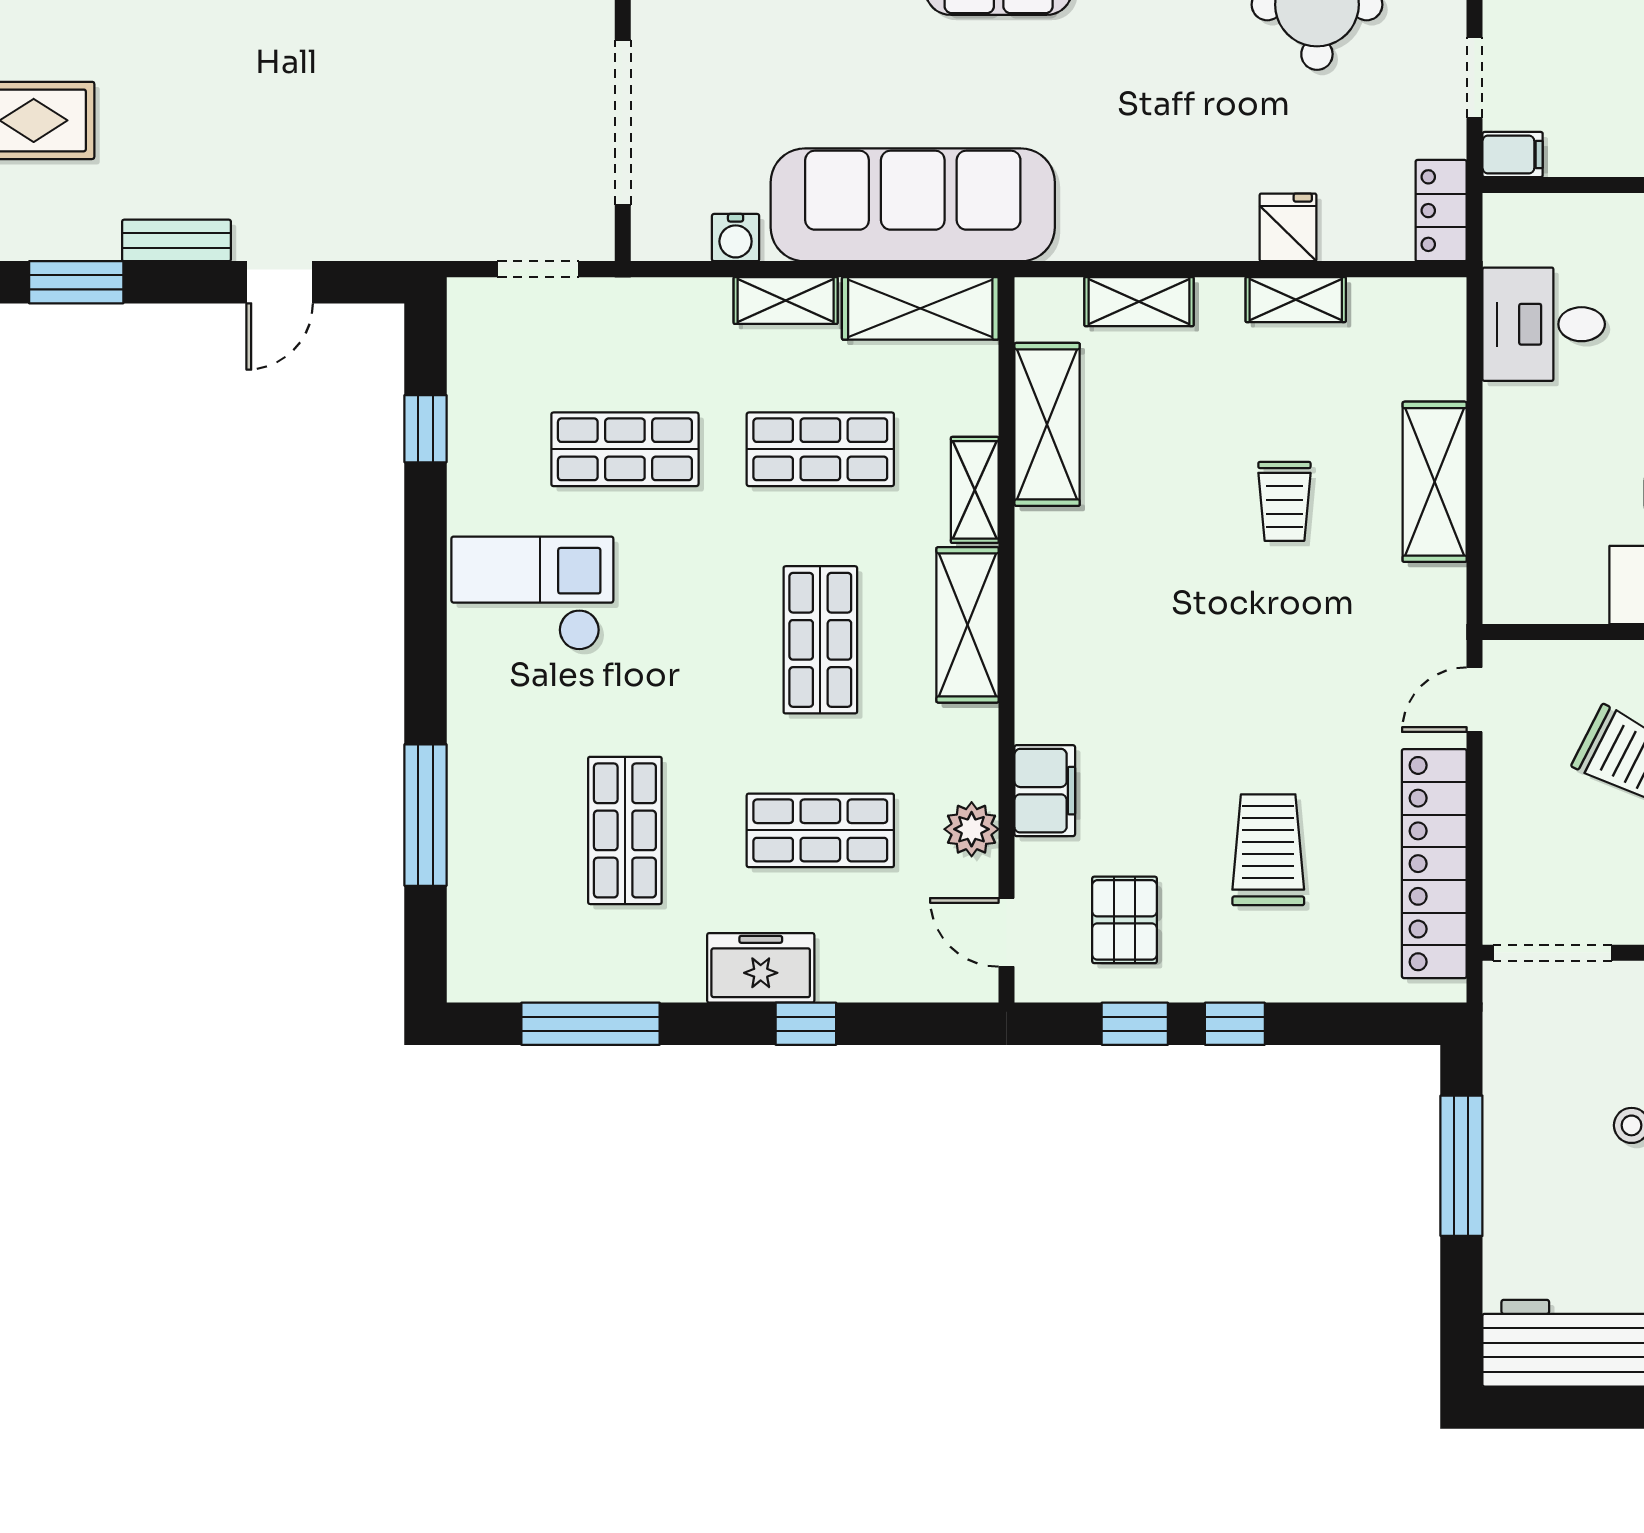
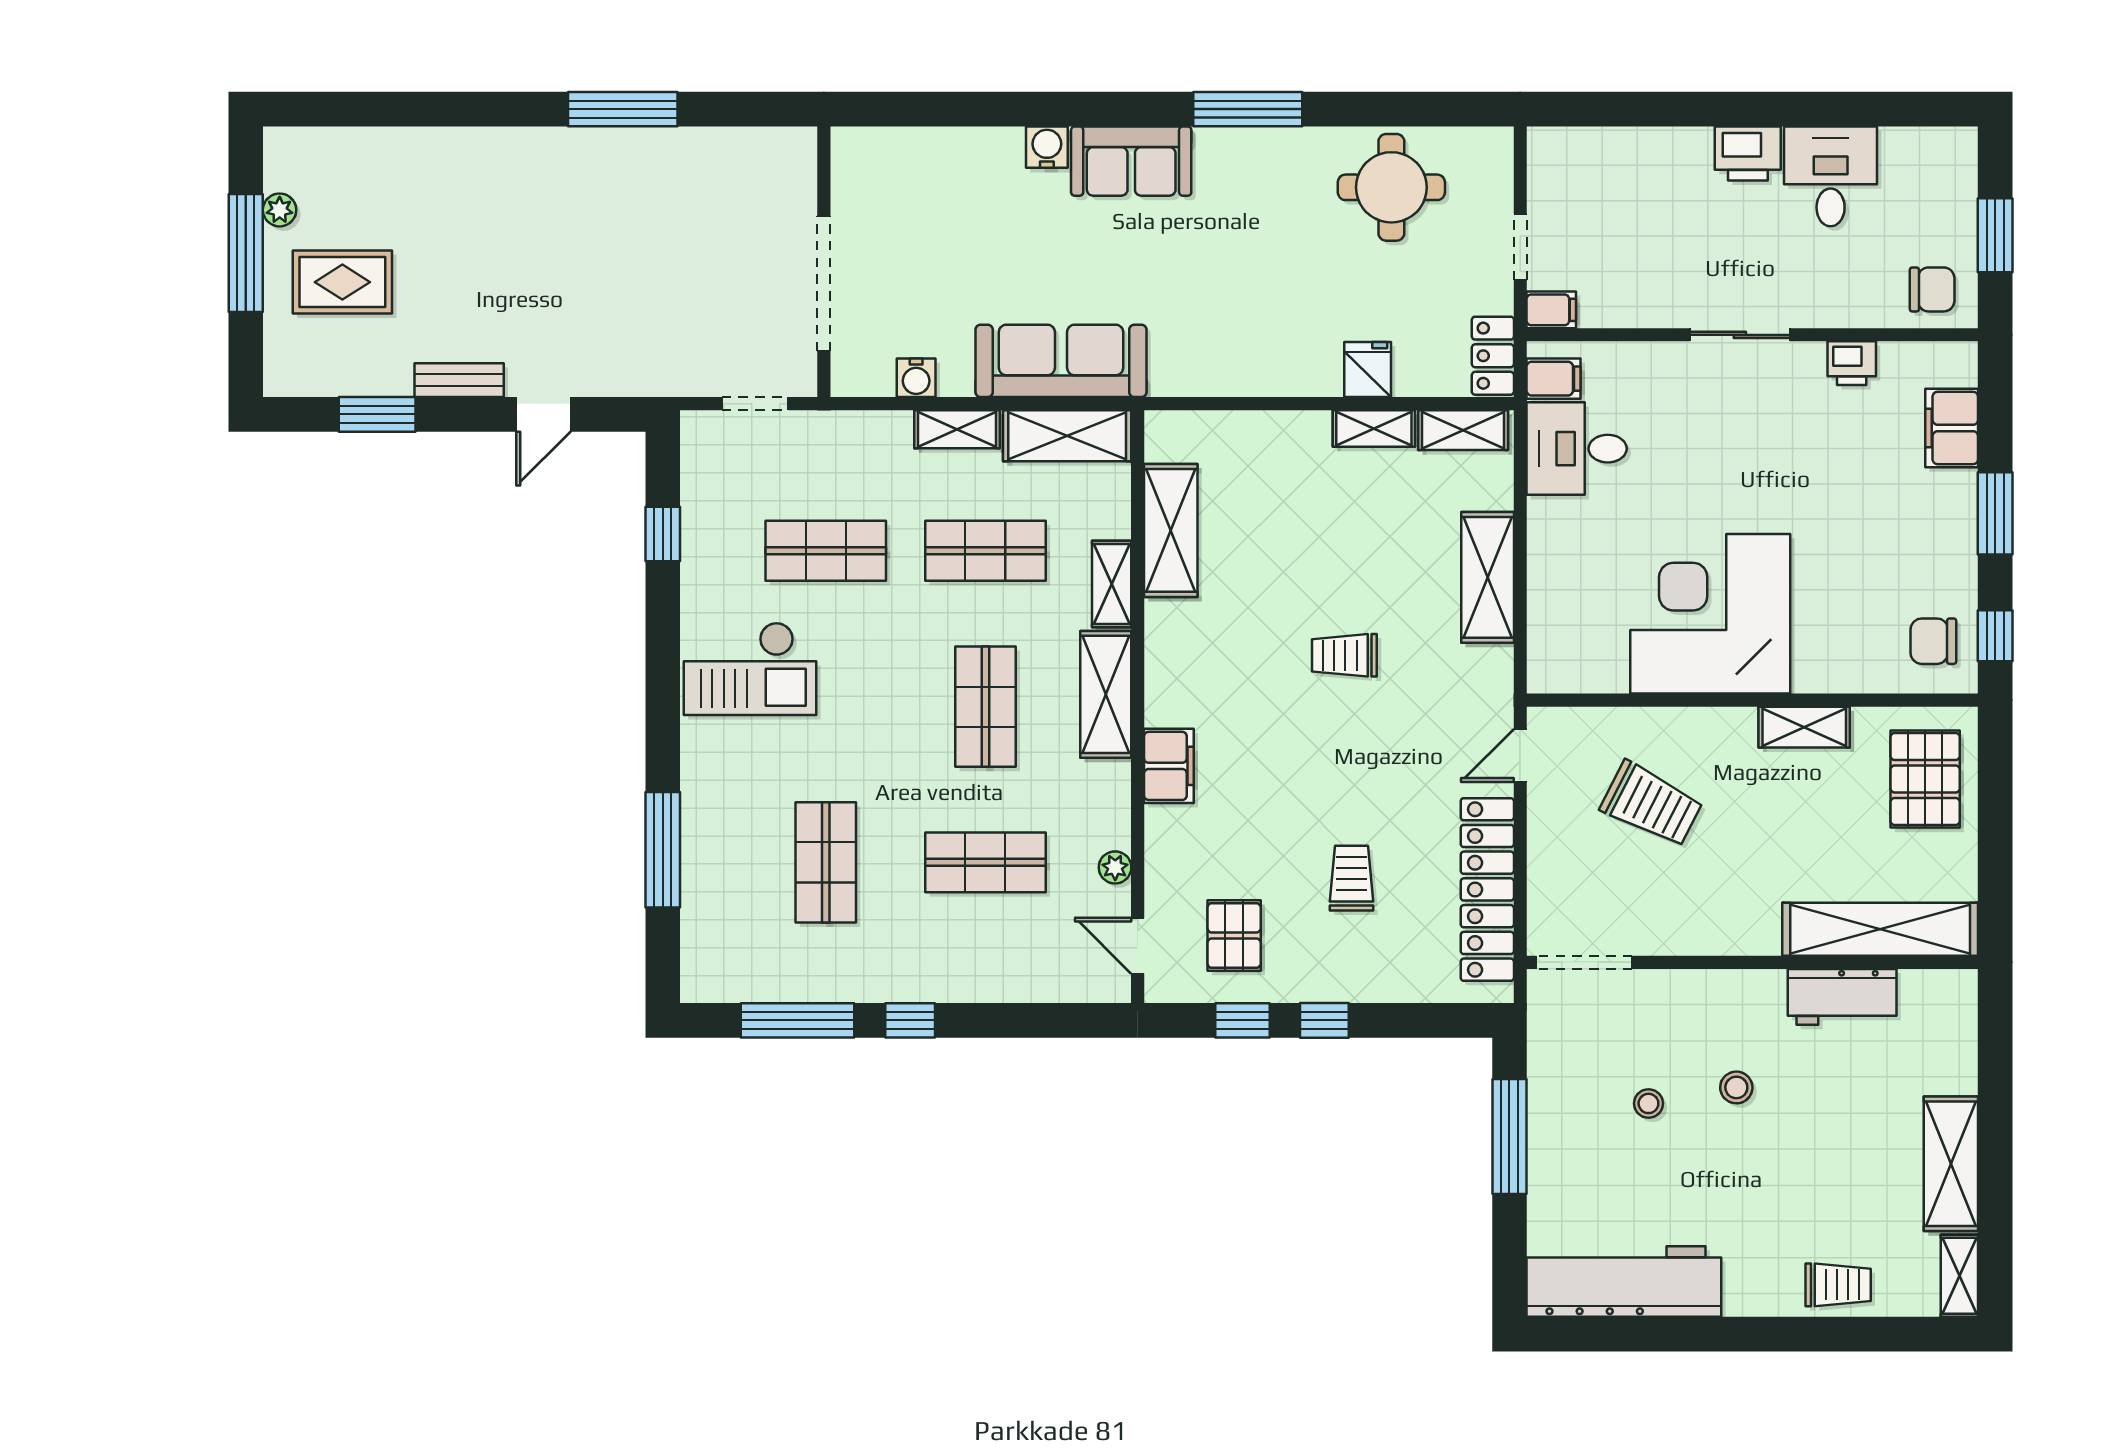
sofa: (913, 205) -> (1061, 361), width x0.74, depth x0.79
filing cabinet: (1515, 239) -> (1554, 379), added
shelving: (1139, 302) -> (1463, 430), moved
trolley: (1284, 501) -> (1344, 655), moved, turned 90
checkout: (532, 593) -> (750, 669), turned 180
filing cabinet: (1045, 791) -> (1169, 766), moved
plant: (972, 829) -> (1115, 867), width x0.73, depth x0.73
trolley: (1268, 850) -> (1352, 878), width x0.73, depth x0.72
freezer: (761, 968) -> (937, 975), removed
window: (806, 1024) -> (910, 1020), moved

